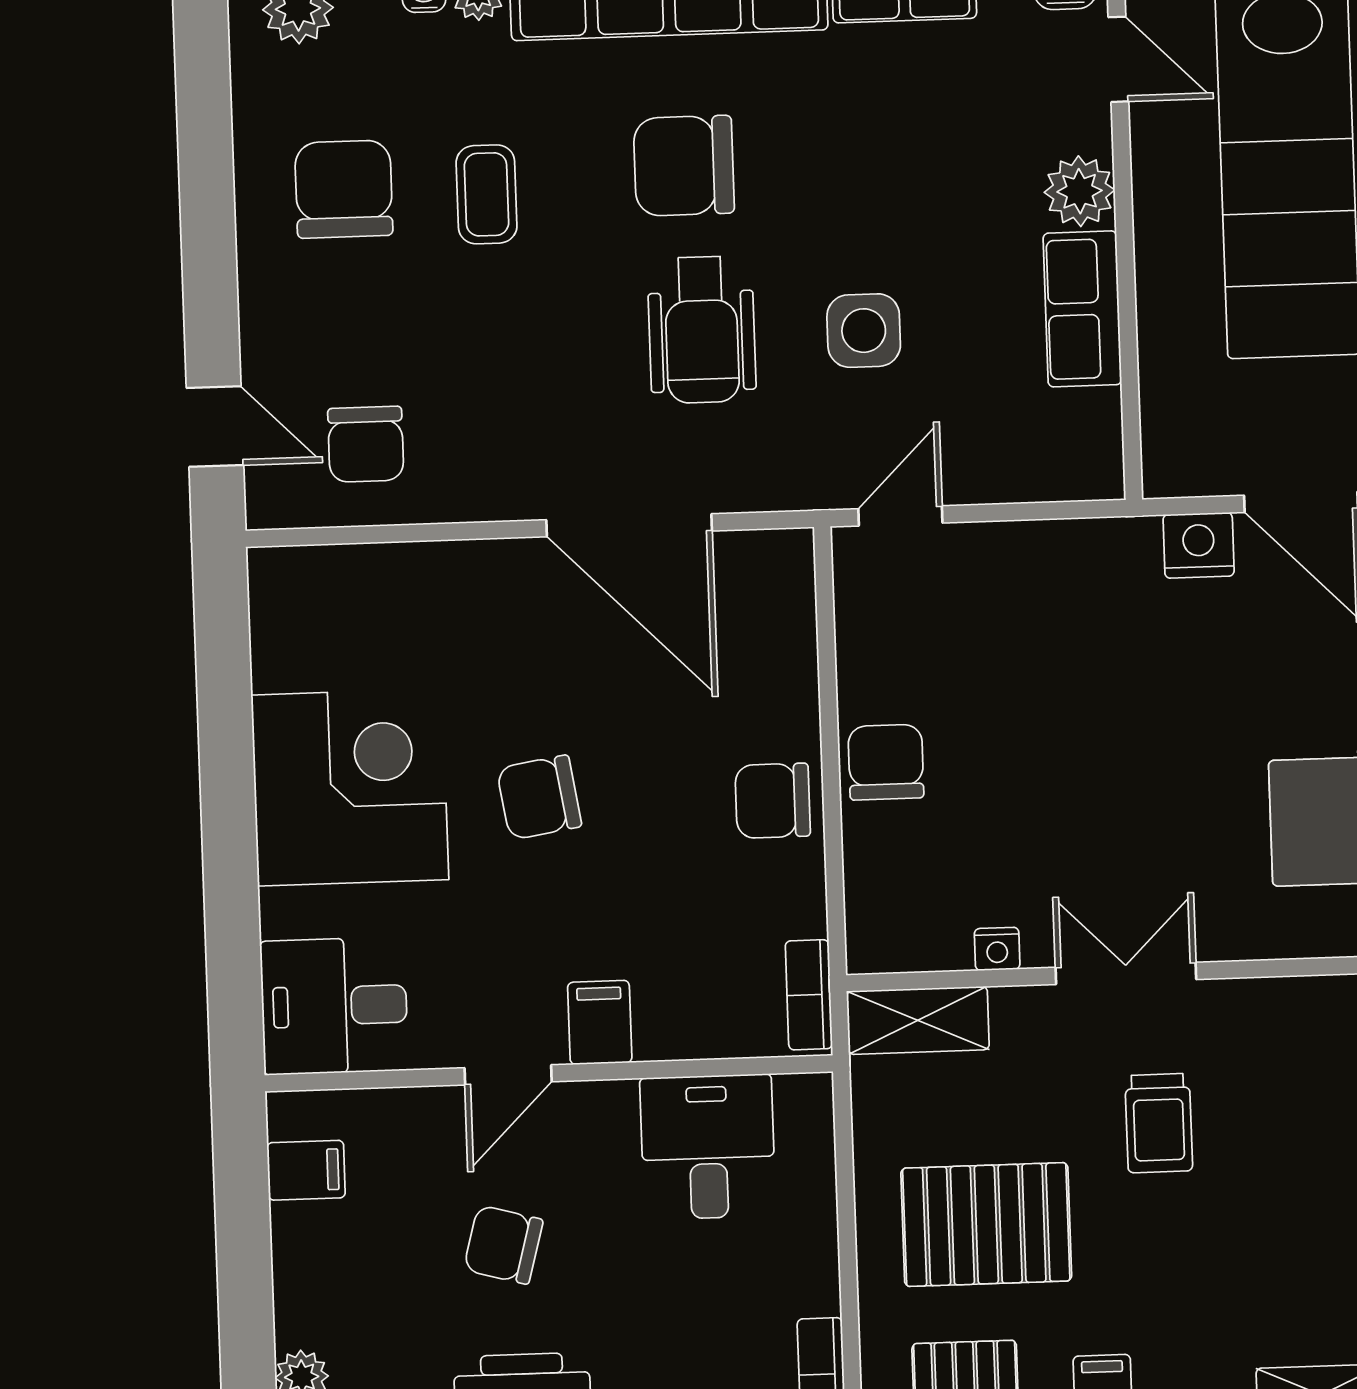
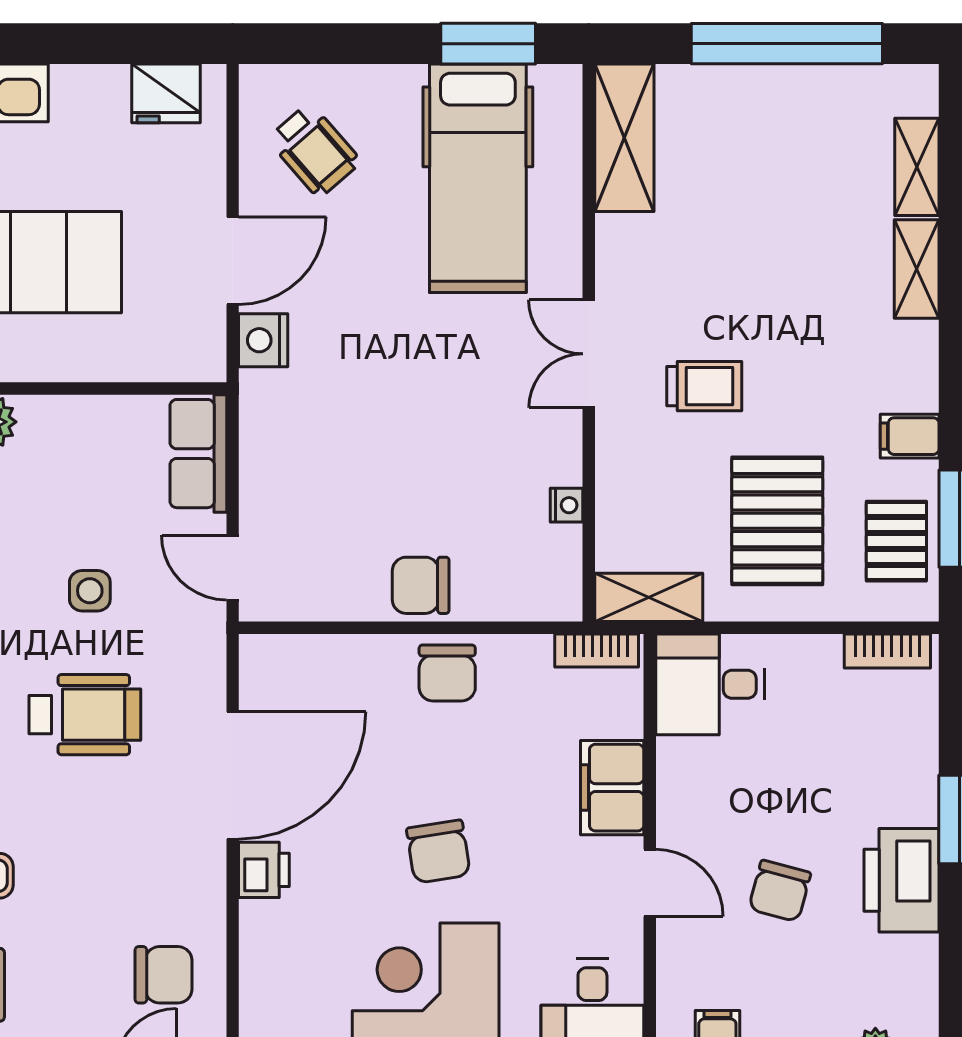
row of seats: (1082, 309) -> (198, 454), moved, turned 90
side table: (864, 331) -> (90, 591), width x0.73, depth x0.73
printer: (507, 571) -> (264, 870), added
double door: (1126, 973) -> (589, 354), moved
shelving: (918, 1020) -> (649, 597), moved, turned 90
filing cabinet: (600, 1022) -> (612, 788), width x2.00
desk: (708, 1147) -> (710, 684), moved

